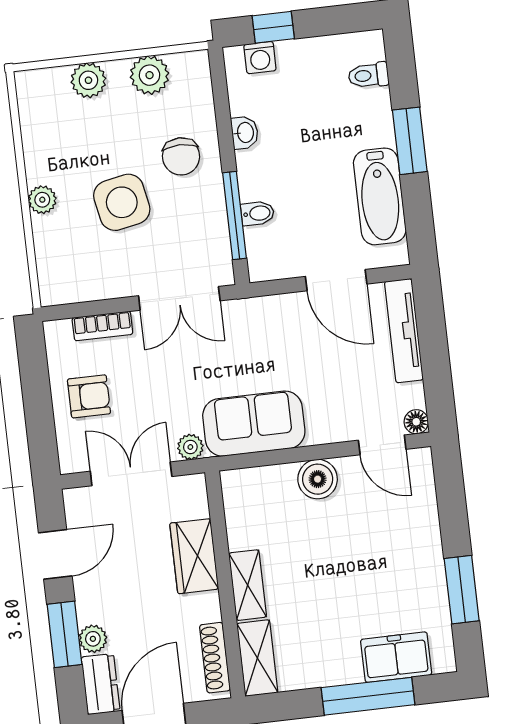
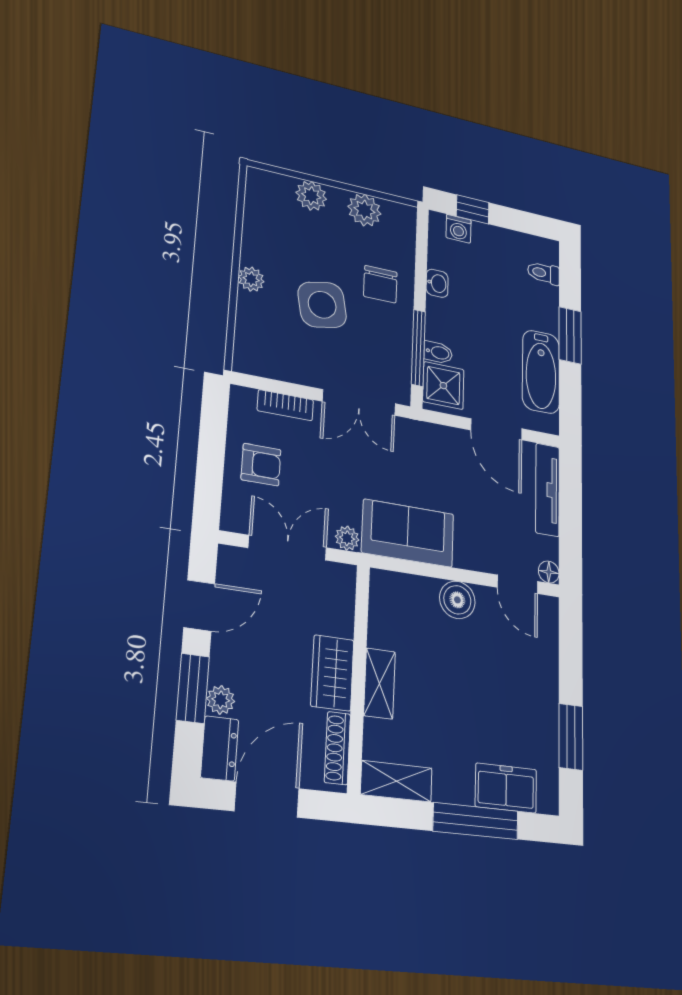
shower: (269, 249) -> (443, 386), added
wardrobe: (194, 556) -> (332, 673), moved
shelving: (257, 658) -> (396, 781), moved, turned 90

